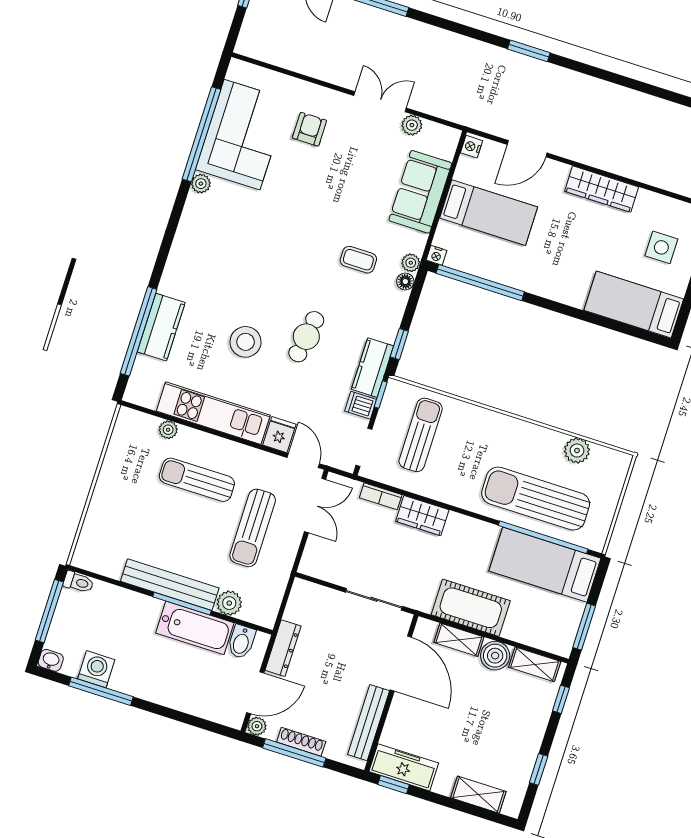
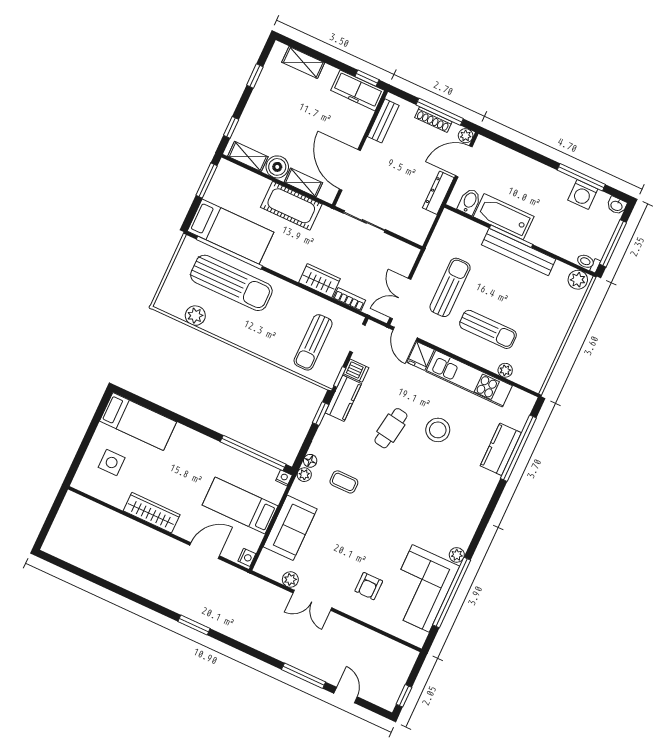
plant: (229, 603) -> (578, 280), moved
bench: (369, 723) -> (383, 121), width x0.73

